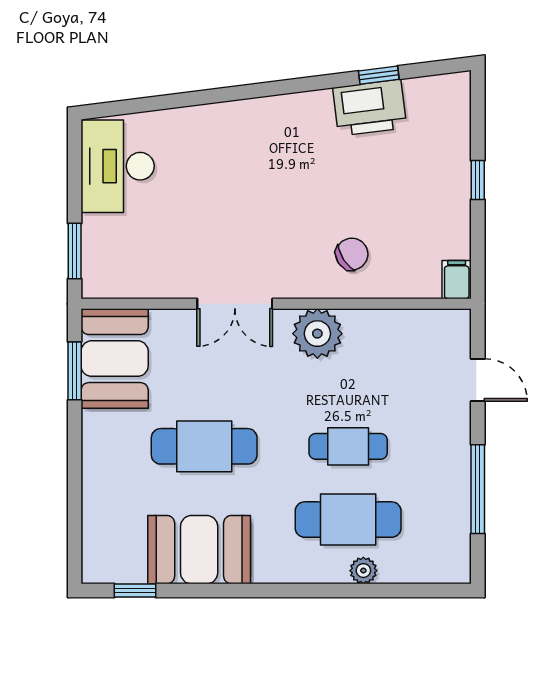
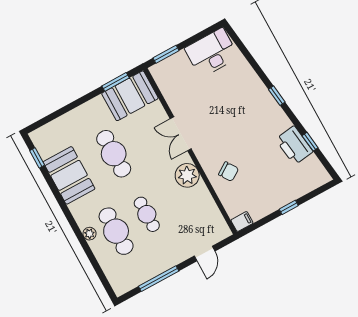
window: (261, 90) -> (277, 96), added
plant: (363, 571) -> (90, 234), moved

